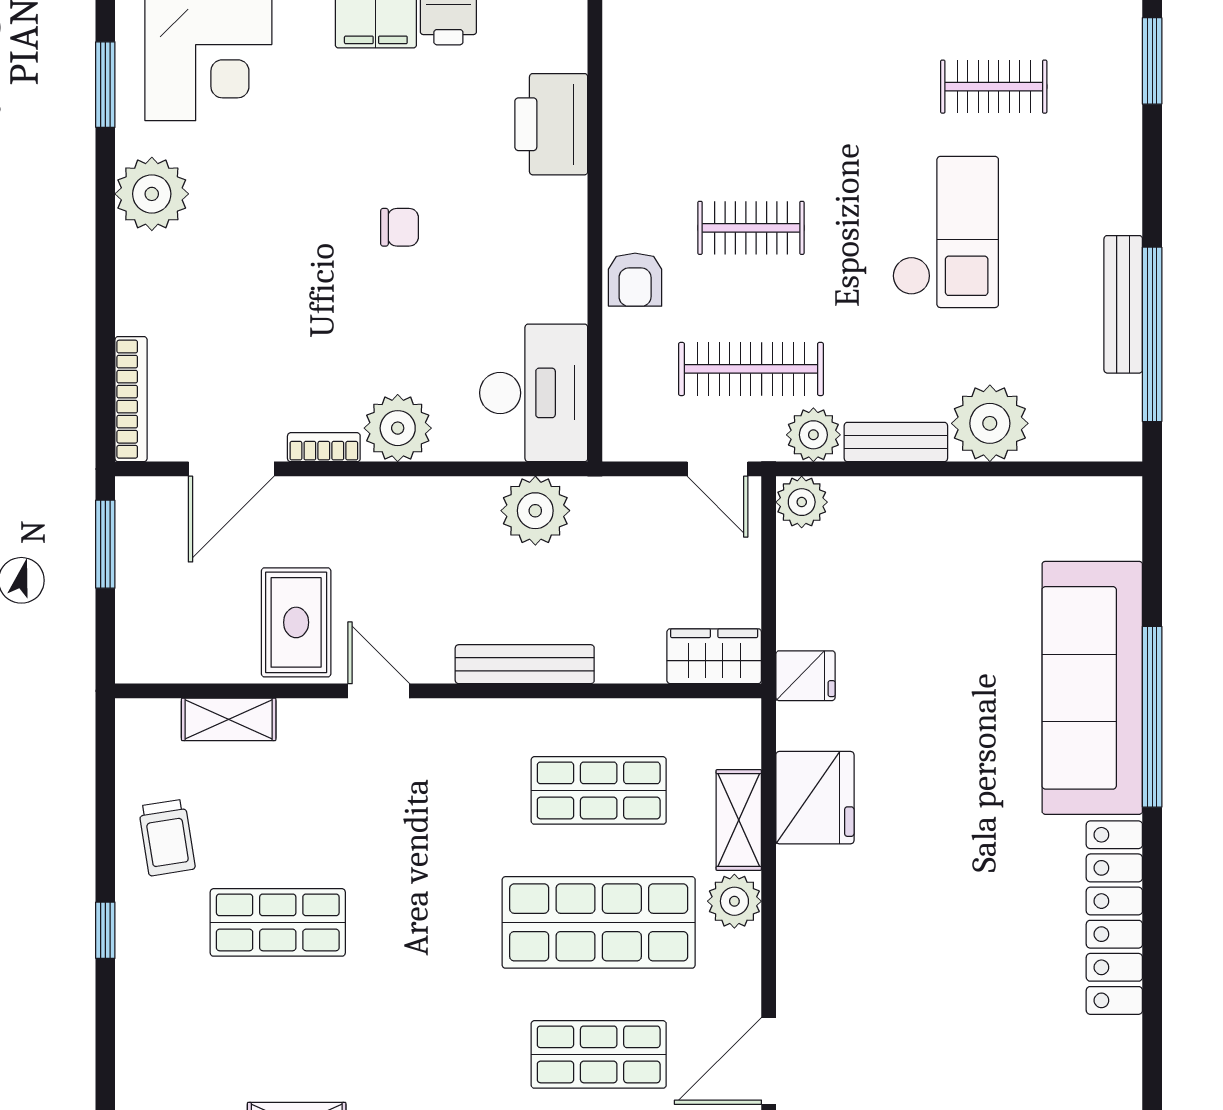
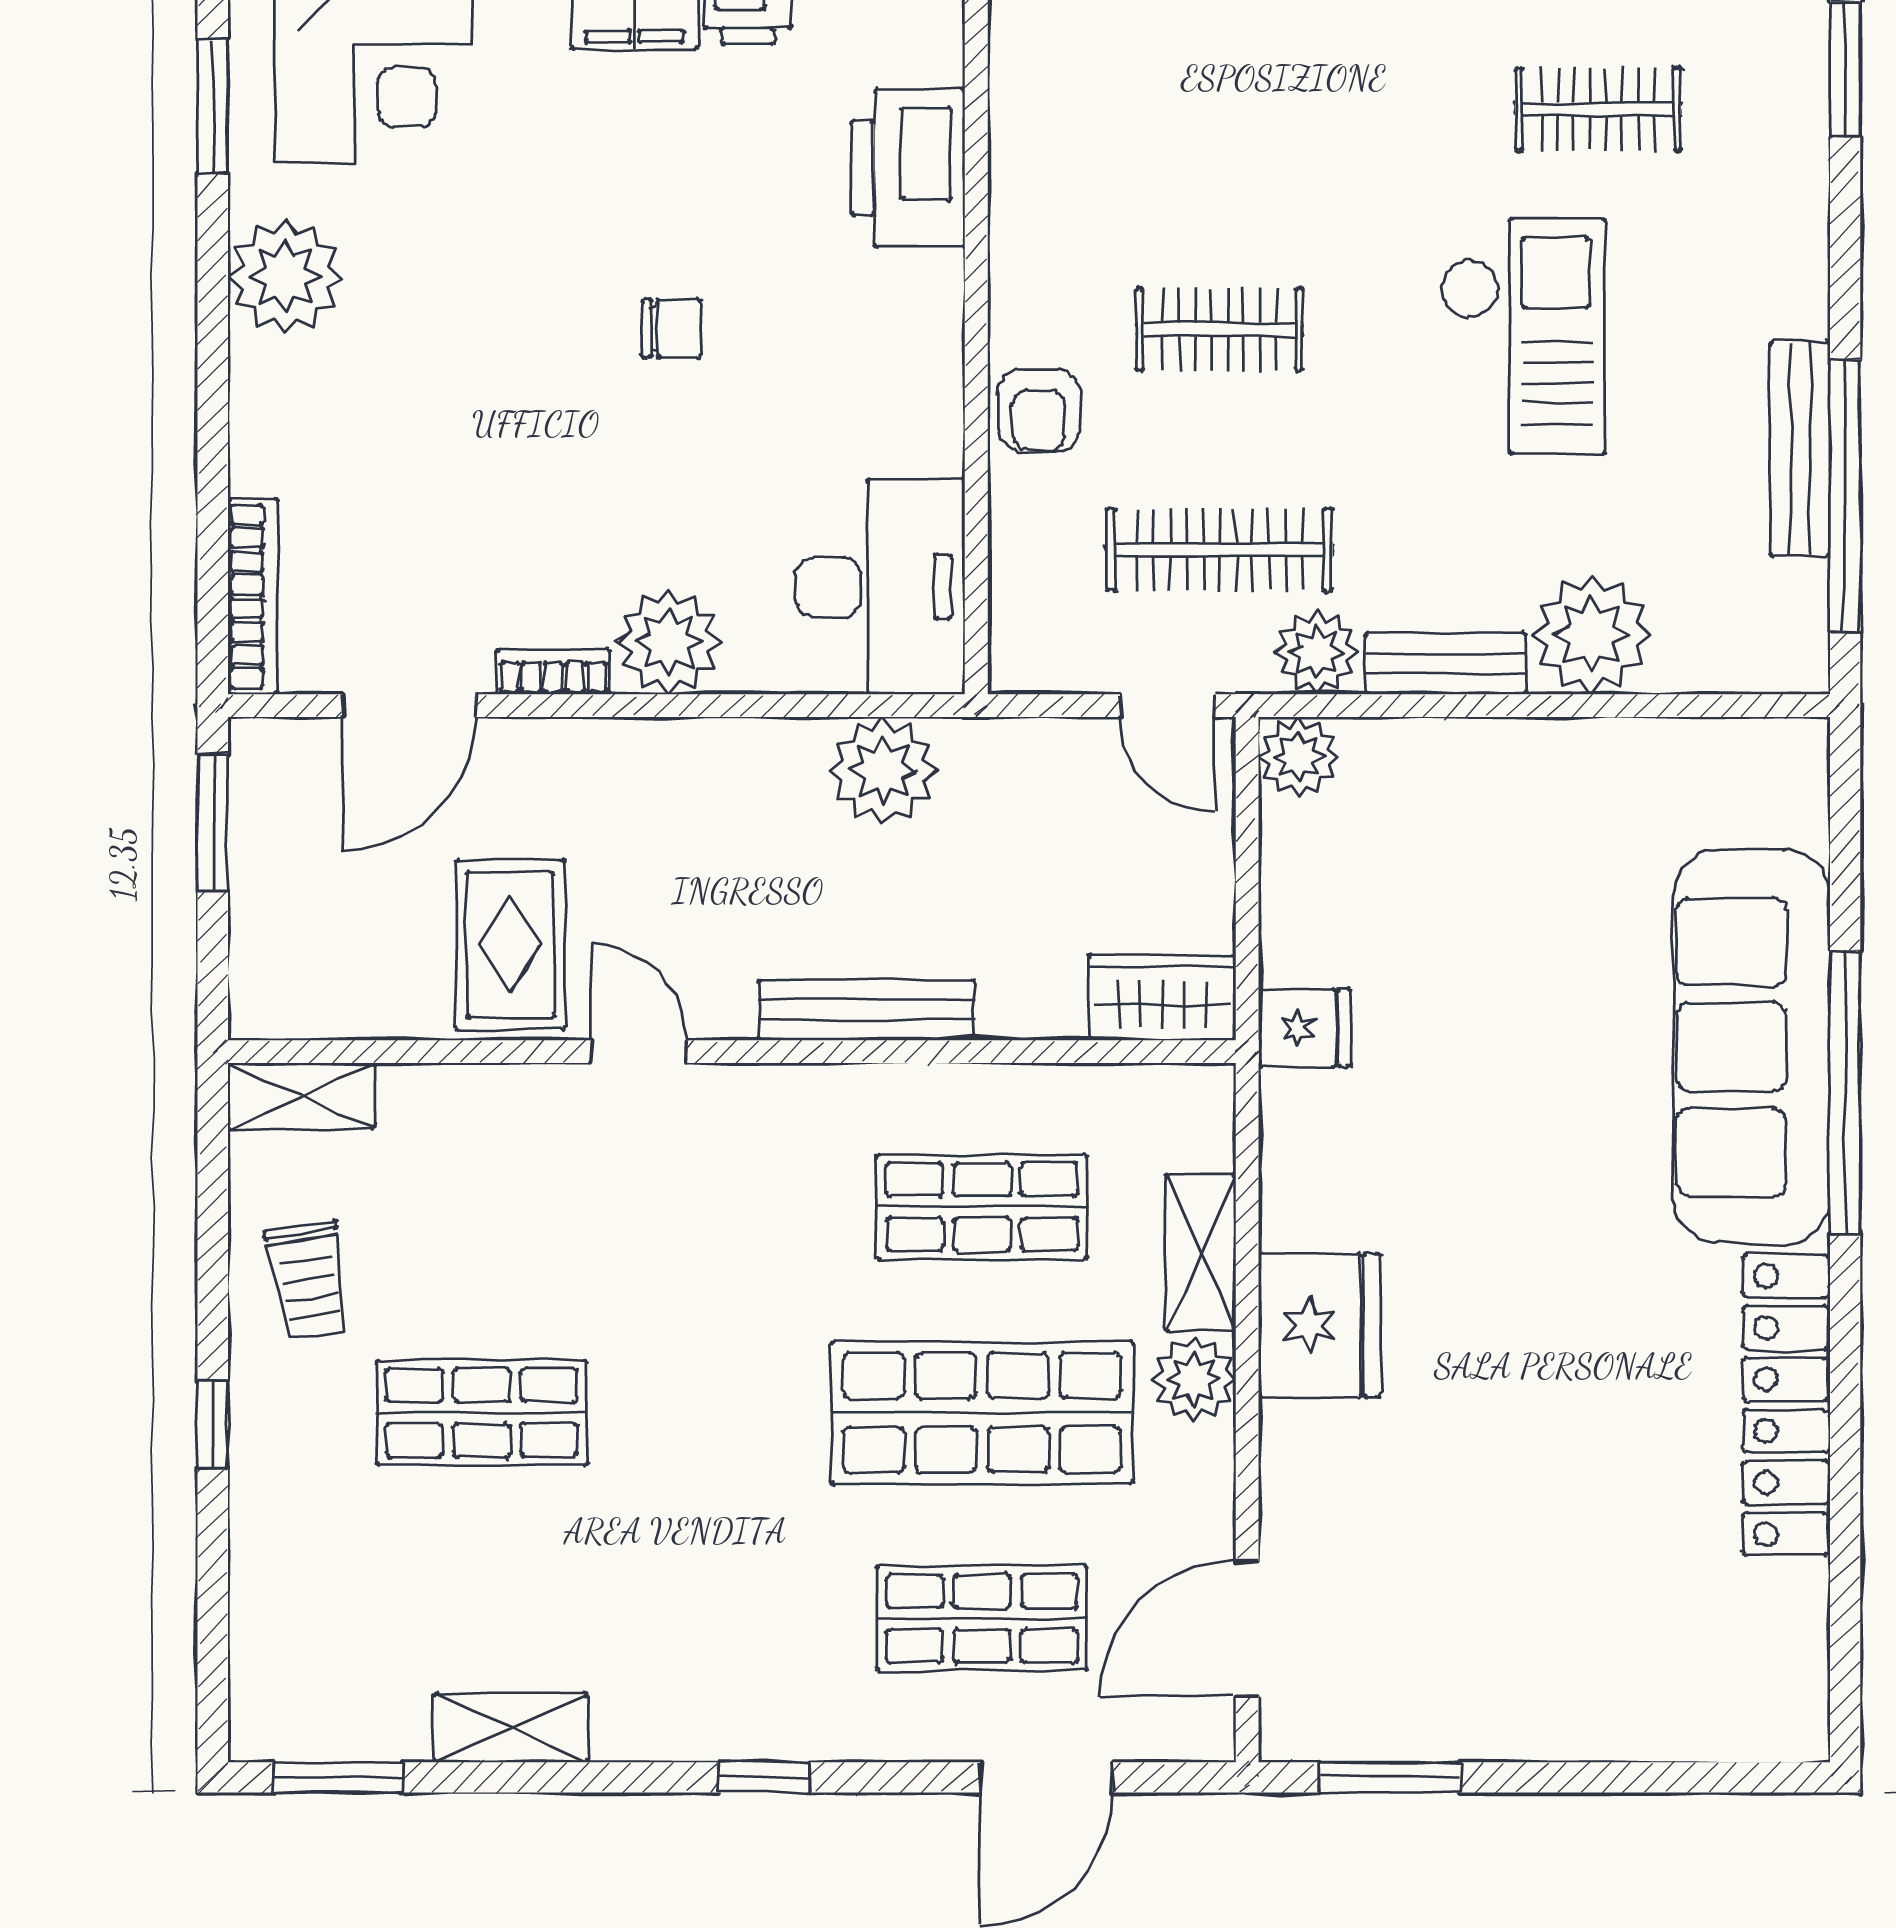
shelving: (229, 719) -> (301, 1096), moved
fridge: (815, 798) -> (1319, 1325), moved

